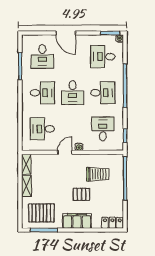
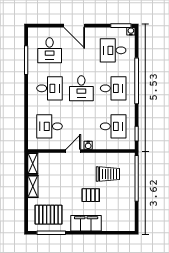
desk: (103, 129) -> (113, 126), turned 90
locker: (112, 223) -> (123, 225), removed

